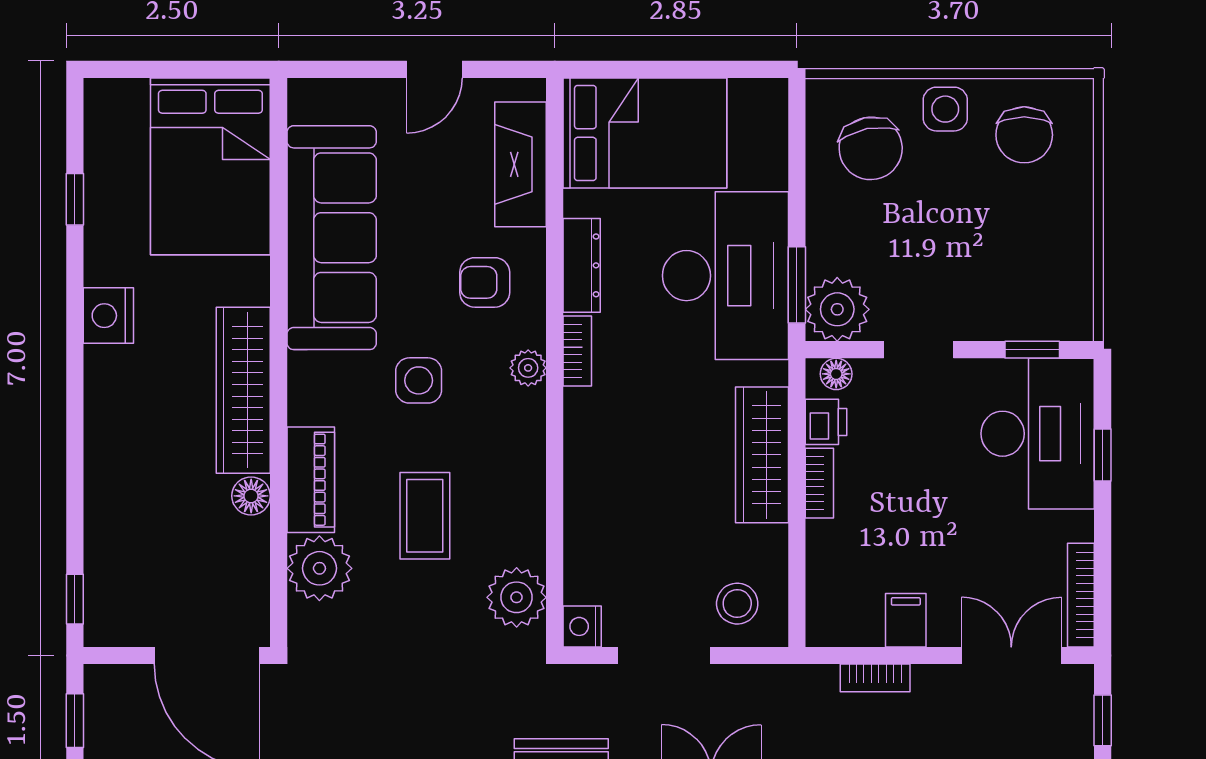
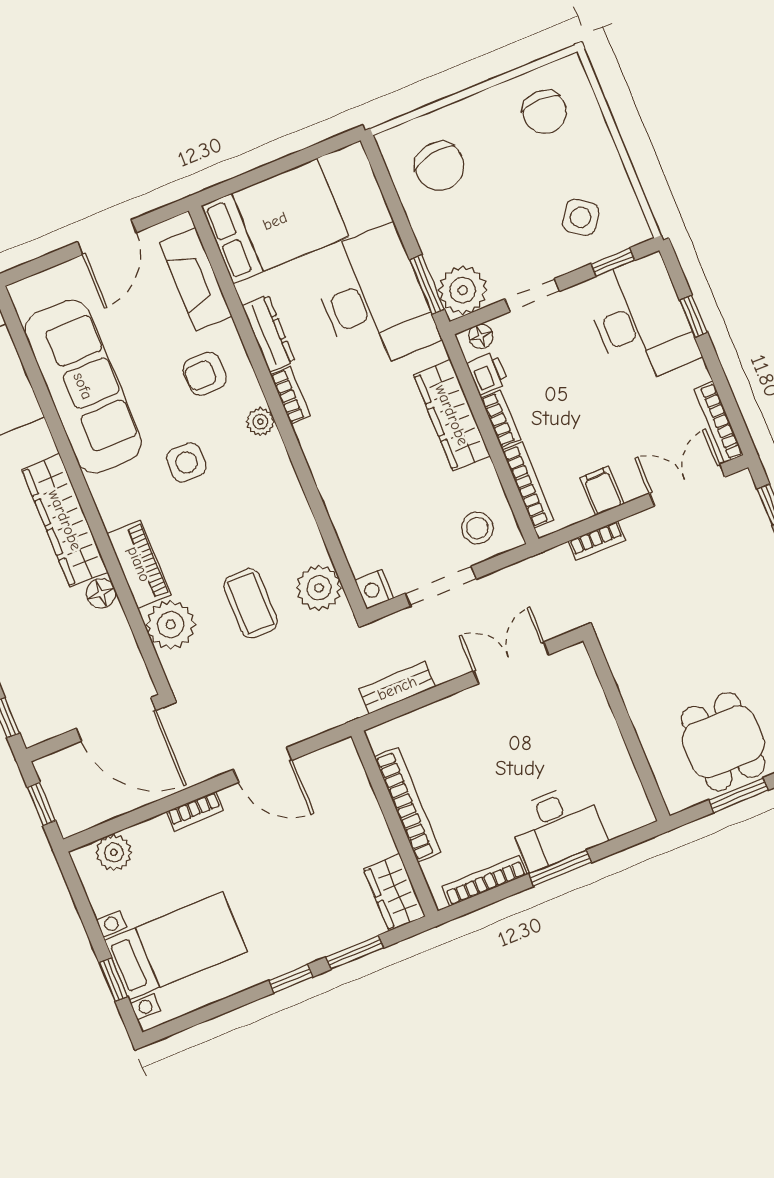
door: (434, 69) -> (107, 237), width x1.38
side table: (945, 109) -> (581, 217), moved, turned 36
coffee table: (425, 516) -> (250, 603), moved
bookcase: (819, 577) -> (528, 485), added

